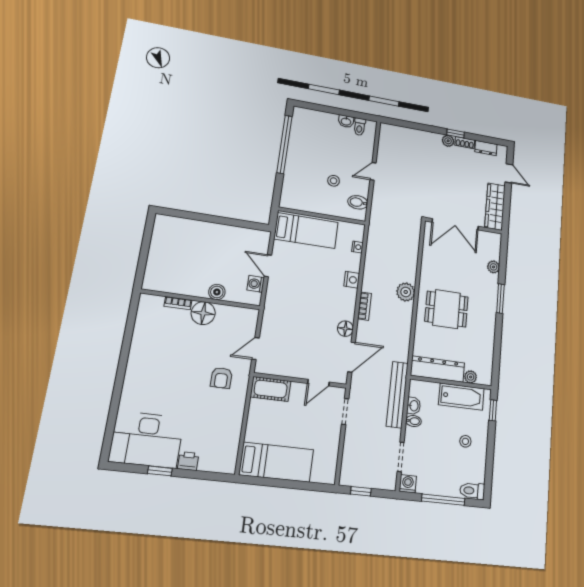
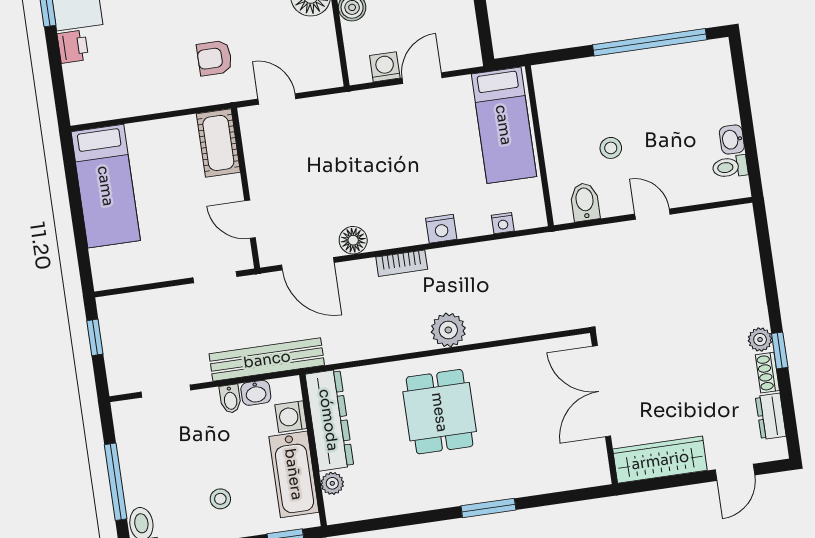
plant: (493, 267) -> (543, 482), removed
washing machine: (408, 484) -> (291, 417), moved, turned 180

